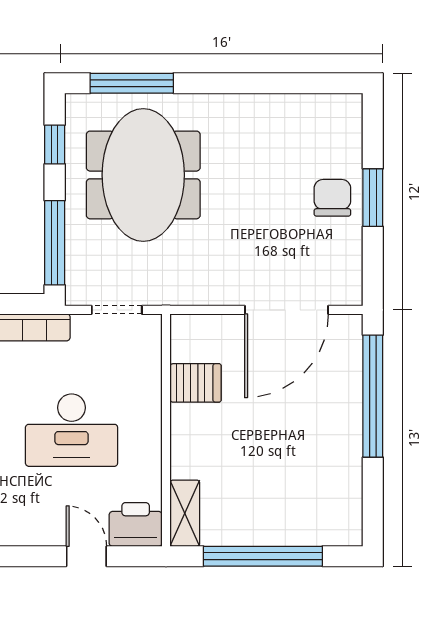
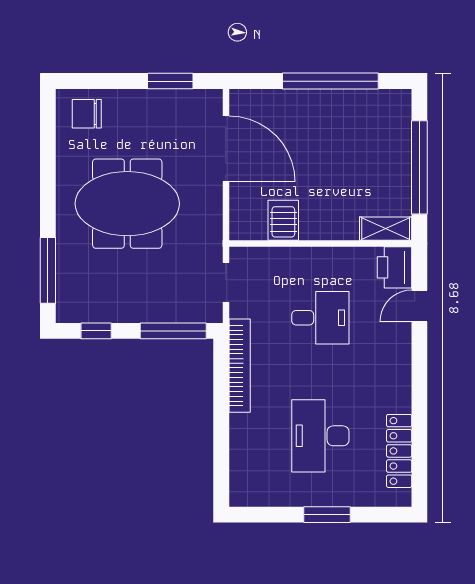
meeting table: (143, 175) -> (127, 204), moved
chair: (332, 198) -> (87, 114), moved
window: (373, 198) -> (170, 81), moved
window: (373, 396) -> (330, 81), moved
desk: (72, 430) -> (320, 318), width x0.73

